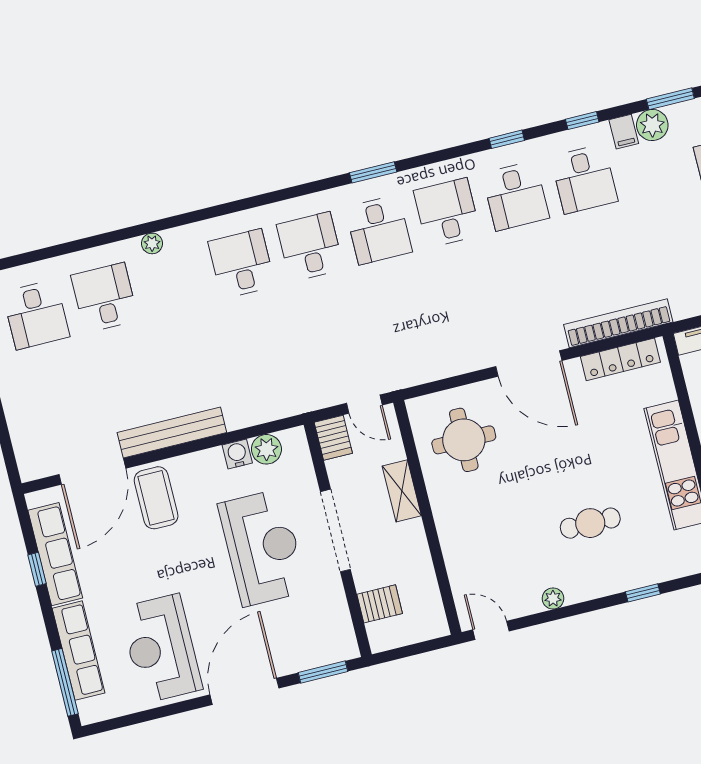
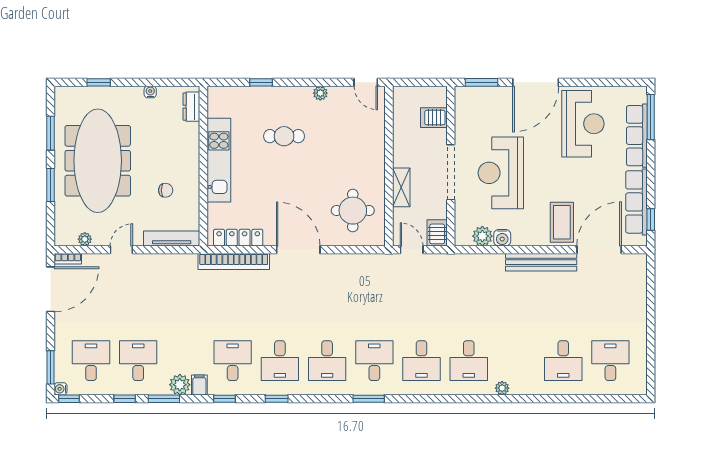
desk: (516, 196) -> (280, 361), turned 180
plant: (152, 243) -> (502, 388), moved
window: (37, 569) -> (651, 219), moved

